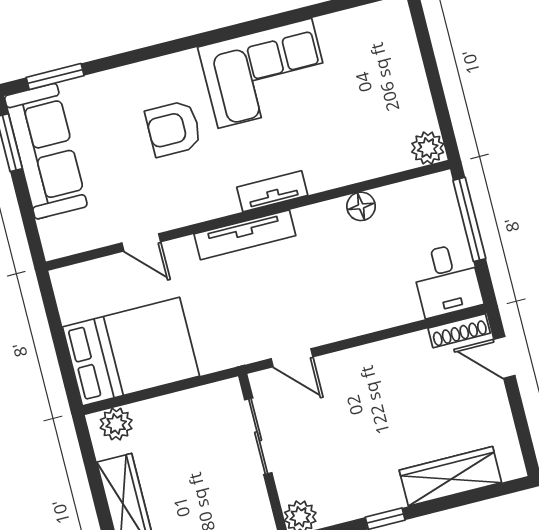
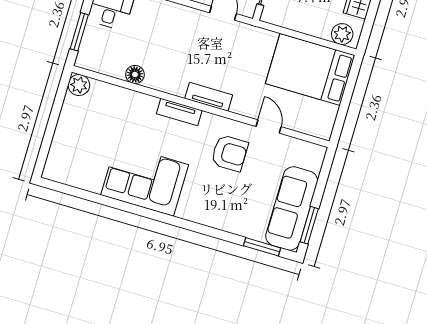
armchair: (173, 129) -> (230, 153), moved
window: (469, 219) -> (79, 32), width x0.69
tv unit: (245, 235) -> (209, 97), width x0.71

